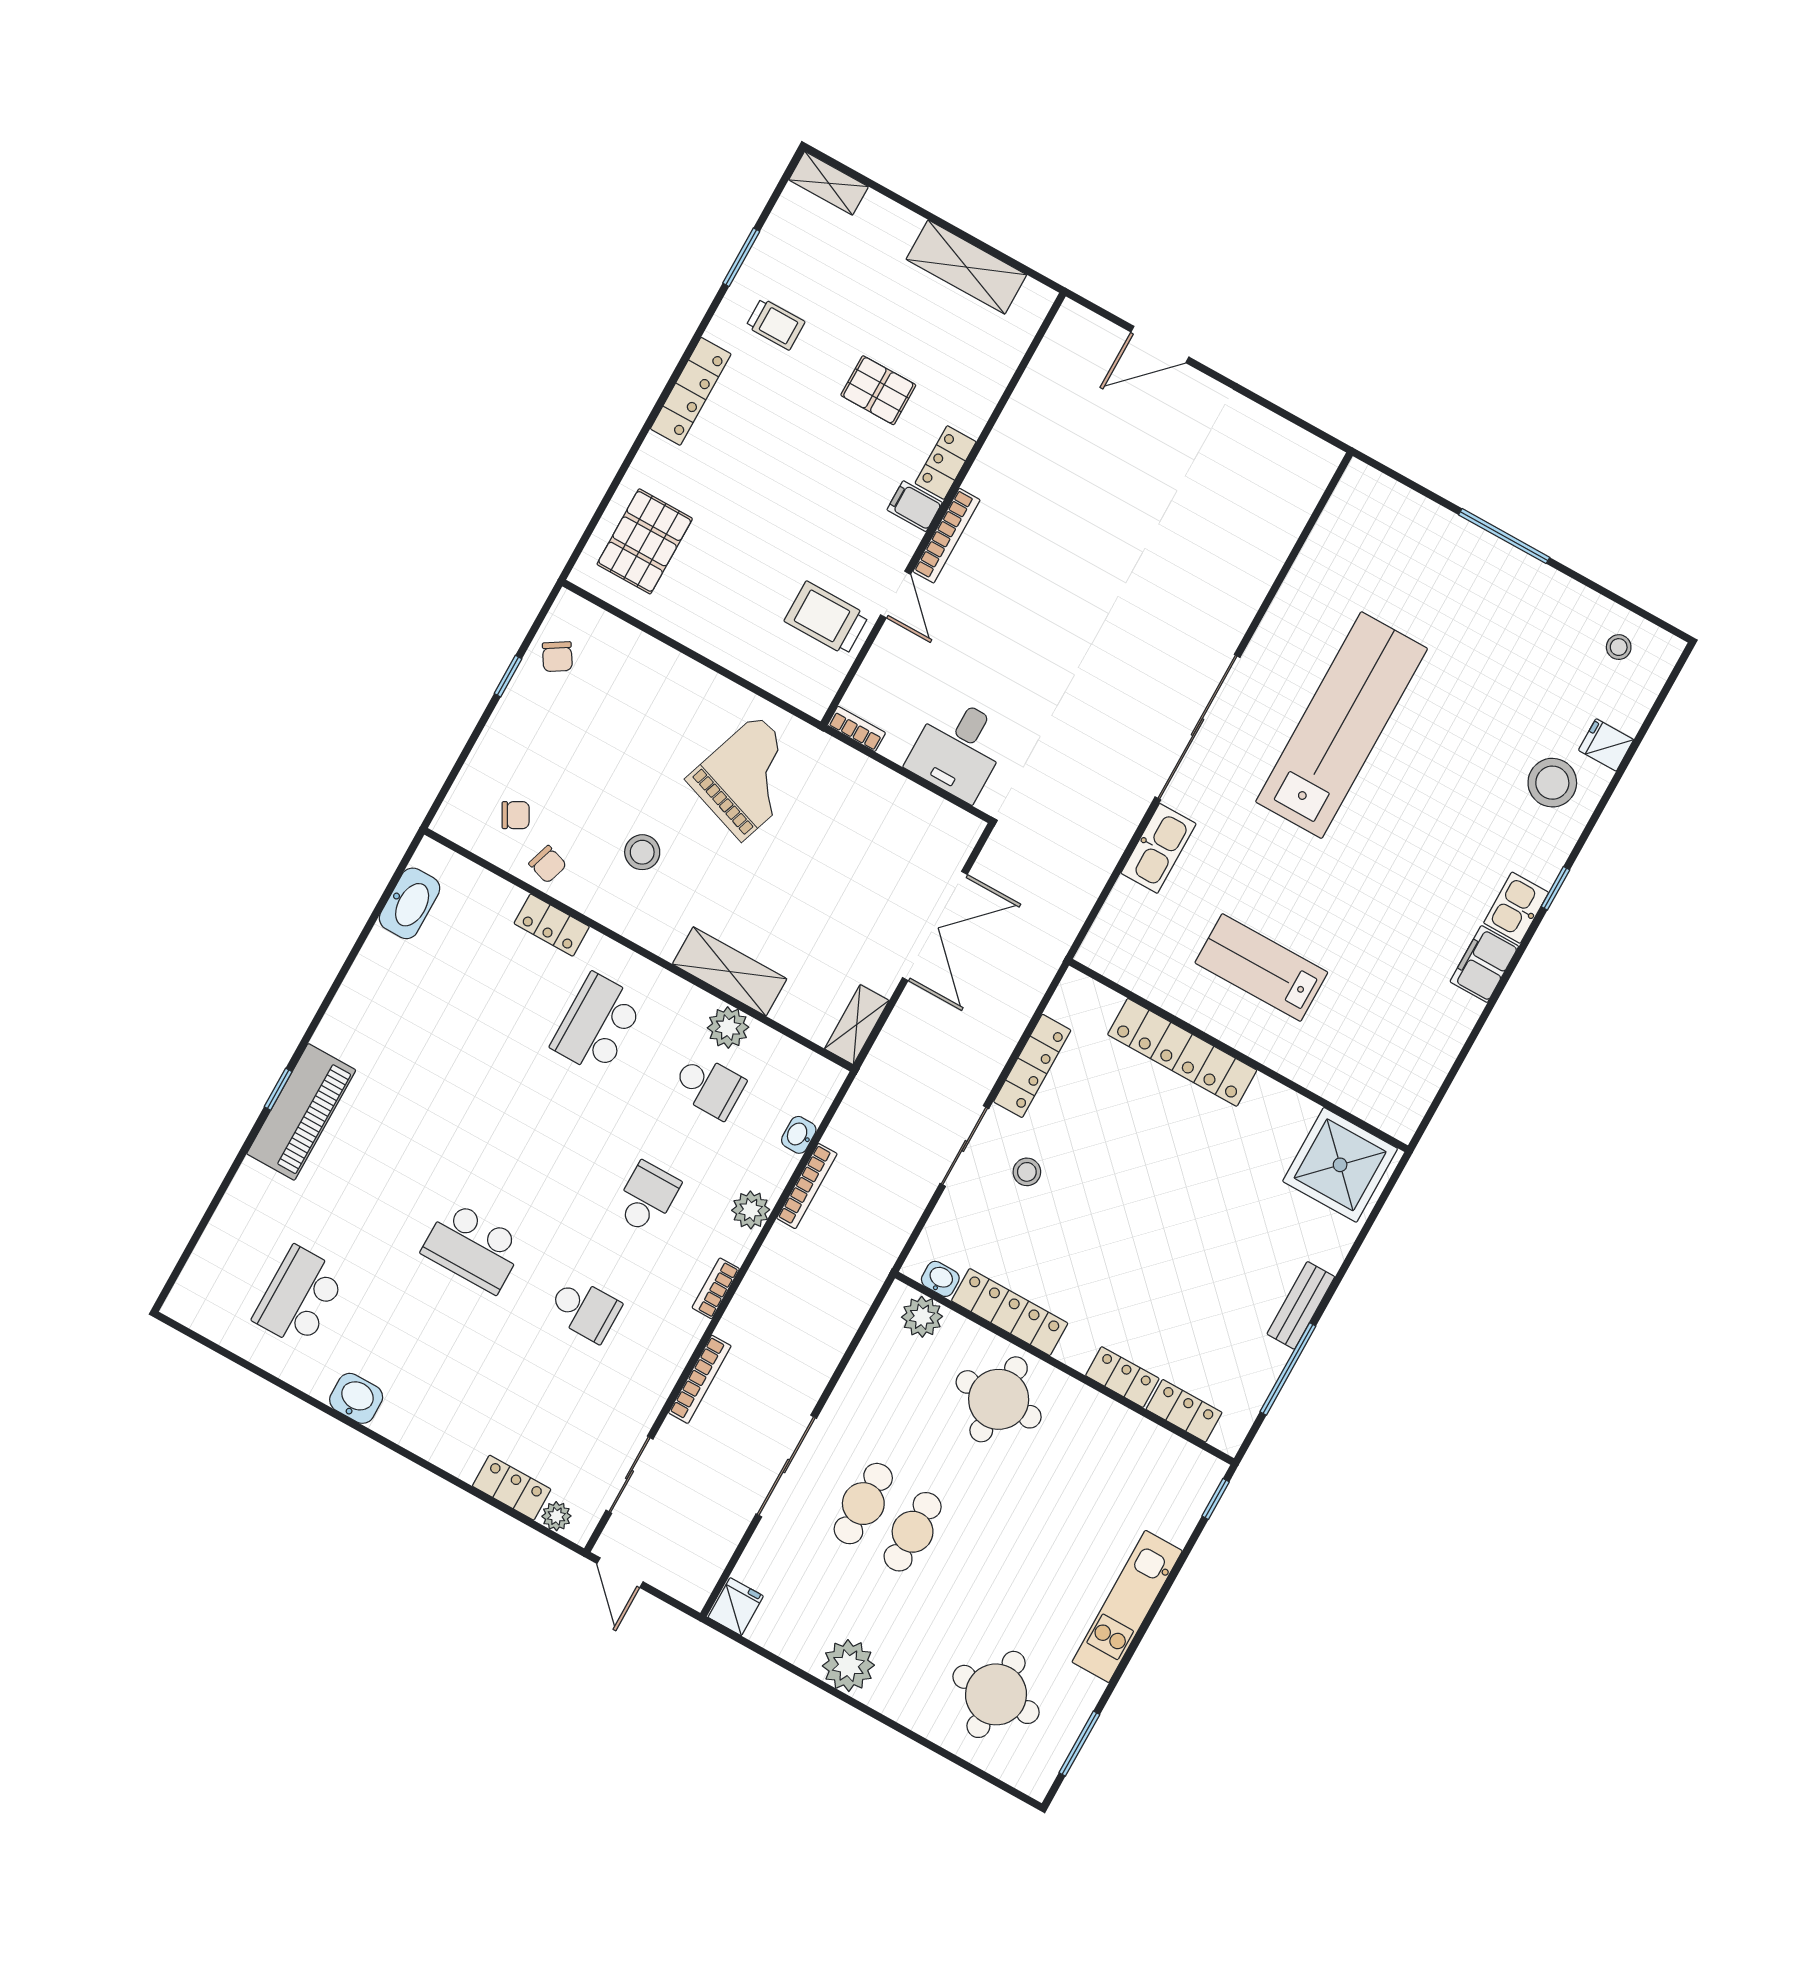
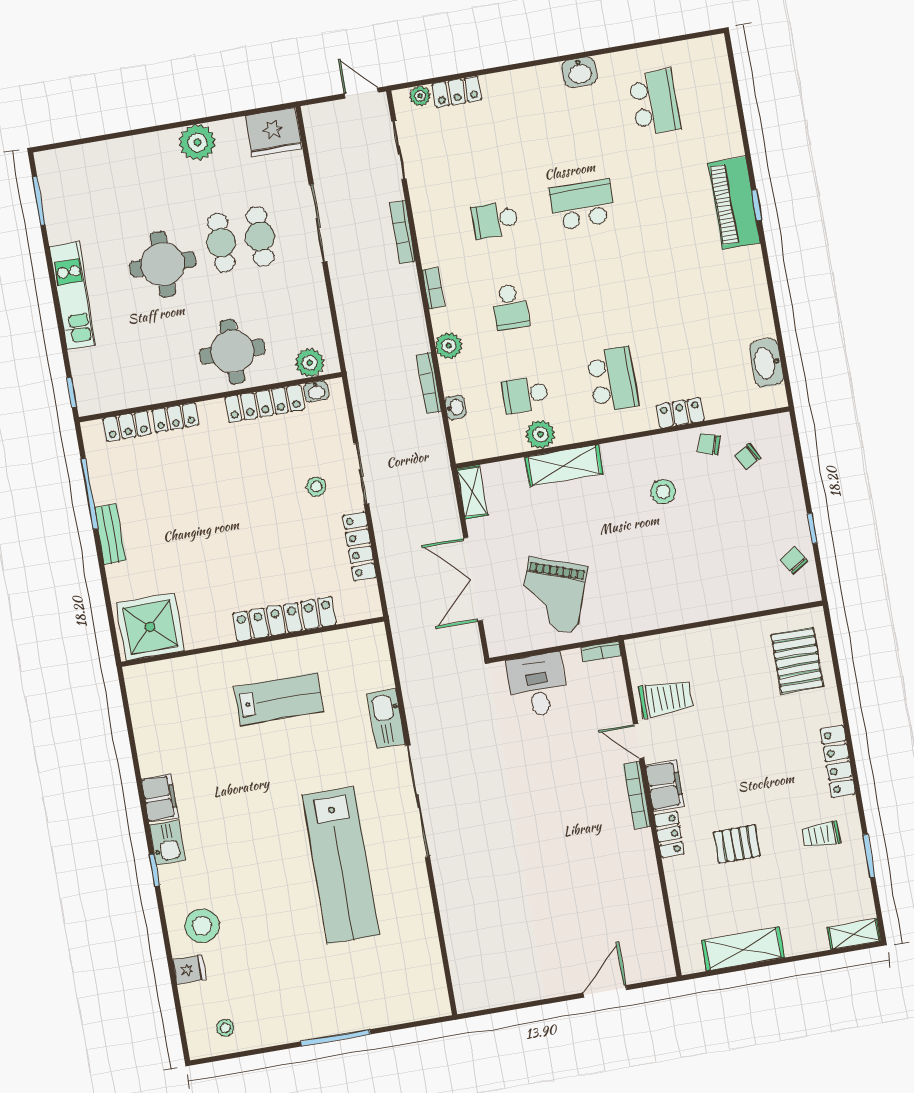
filing cabinet: (915, 506) -> (665, 786), width x2.00
grand piano: (750, 778) -> (553, 595), moved
fridge: (736, 1607) -> (273, 132), width x1.88, depth x1.34
round table: (996, 1694) -> (163, 264), moved

